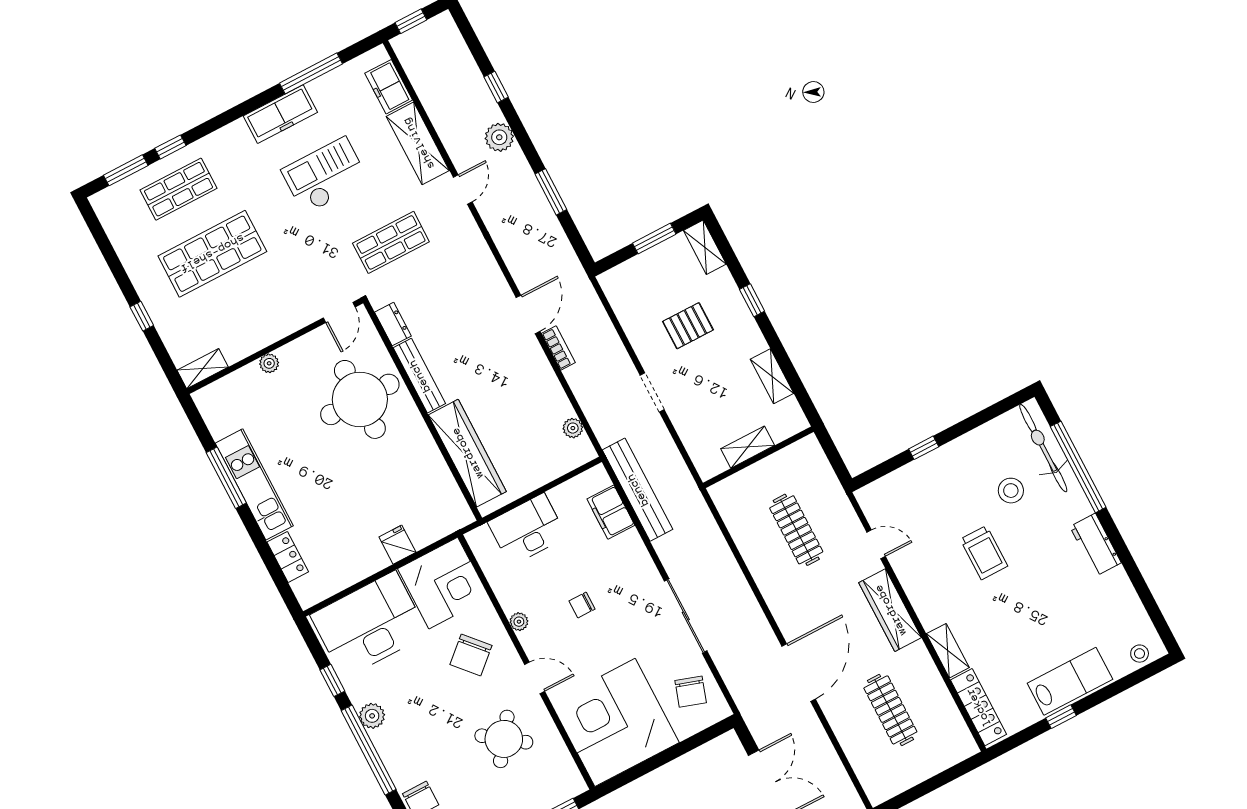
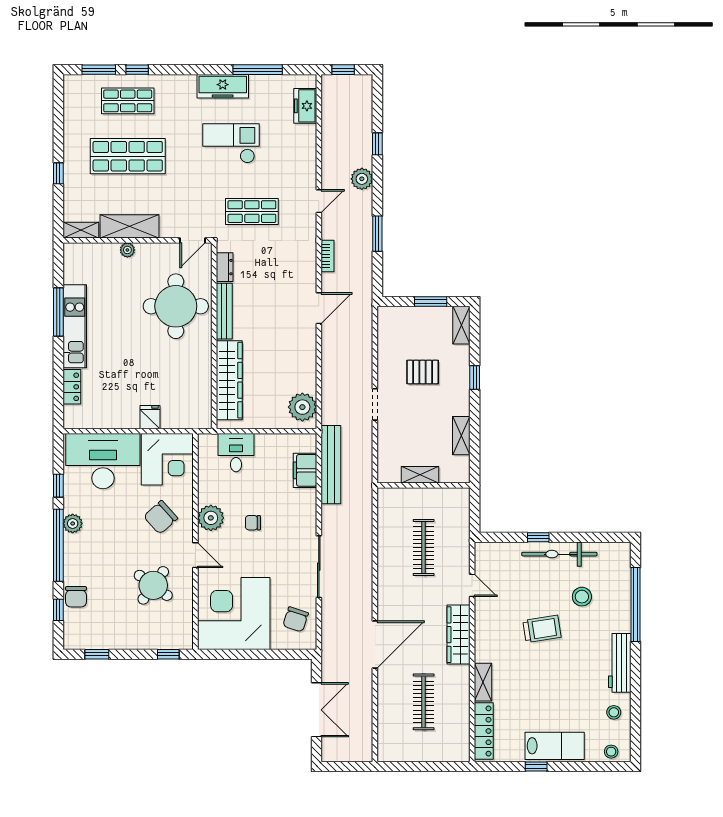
shelving: (418, 143) -> (130, 226), moved, turned 90
bookcase: (558, 348) -> (327, 256), moved
plant: (573, 428) -> (302, 407), width x1.88, depth x1.88
bicycle: (1043, 448) -> (559, 554), moved, turned -90
desk: (527, 529) -> (236, 453), width x0.73
workbench: (1095, 545) -> (620, 663), width x1.38
trolley: (984, 553) -> (542, 629), turned -99
stool: (1119, 606) -> (614, 712), added
plant: (519, 622) -> (211, 518), width x1.87, depth x1.87

